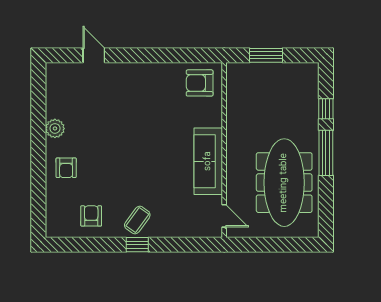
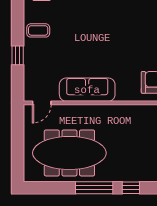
coffee table: (137, 220) -> (38, 30), turned -36
window: (137, 245) -> (18, 55), moved

